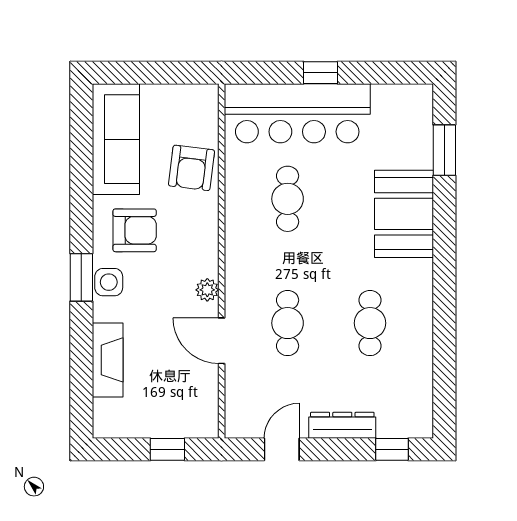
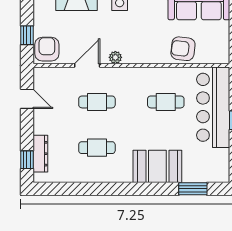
armchair: (135, 230) -> (47, 49), moved, turned 180
dresser: (342, 425) -> (40, 154), moved

